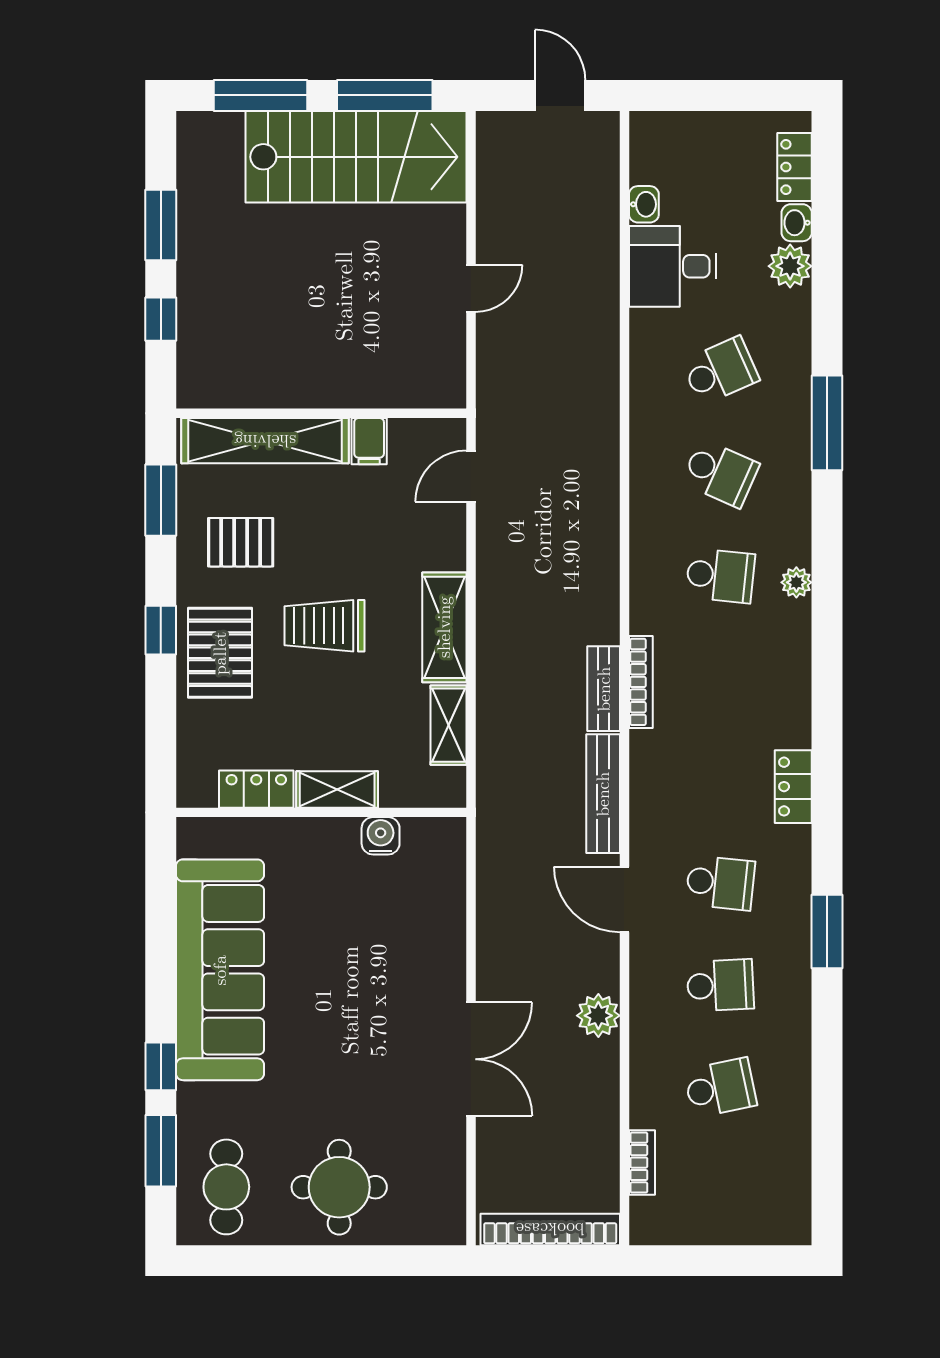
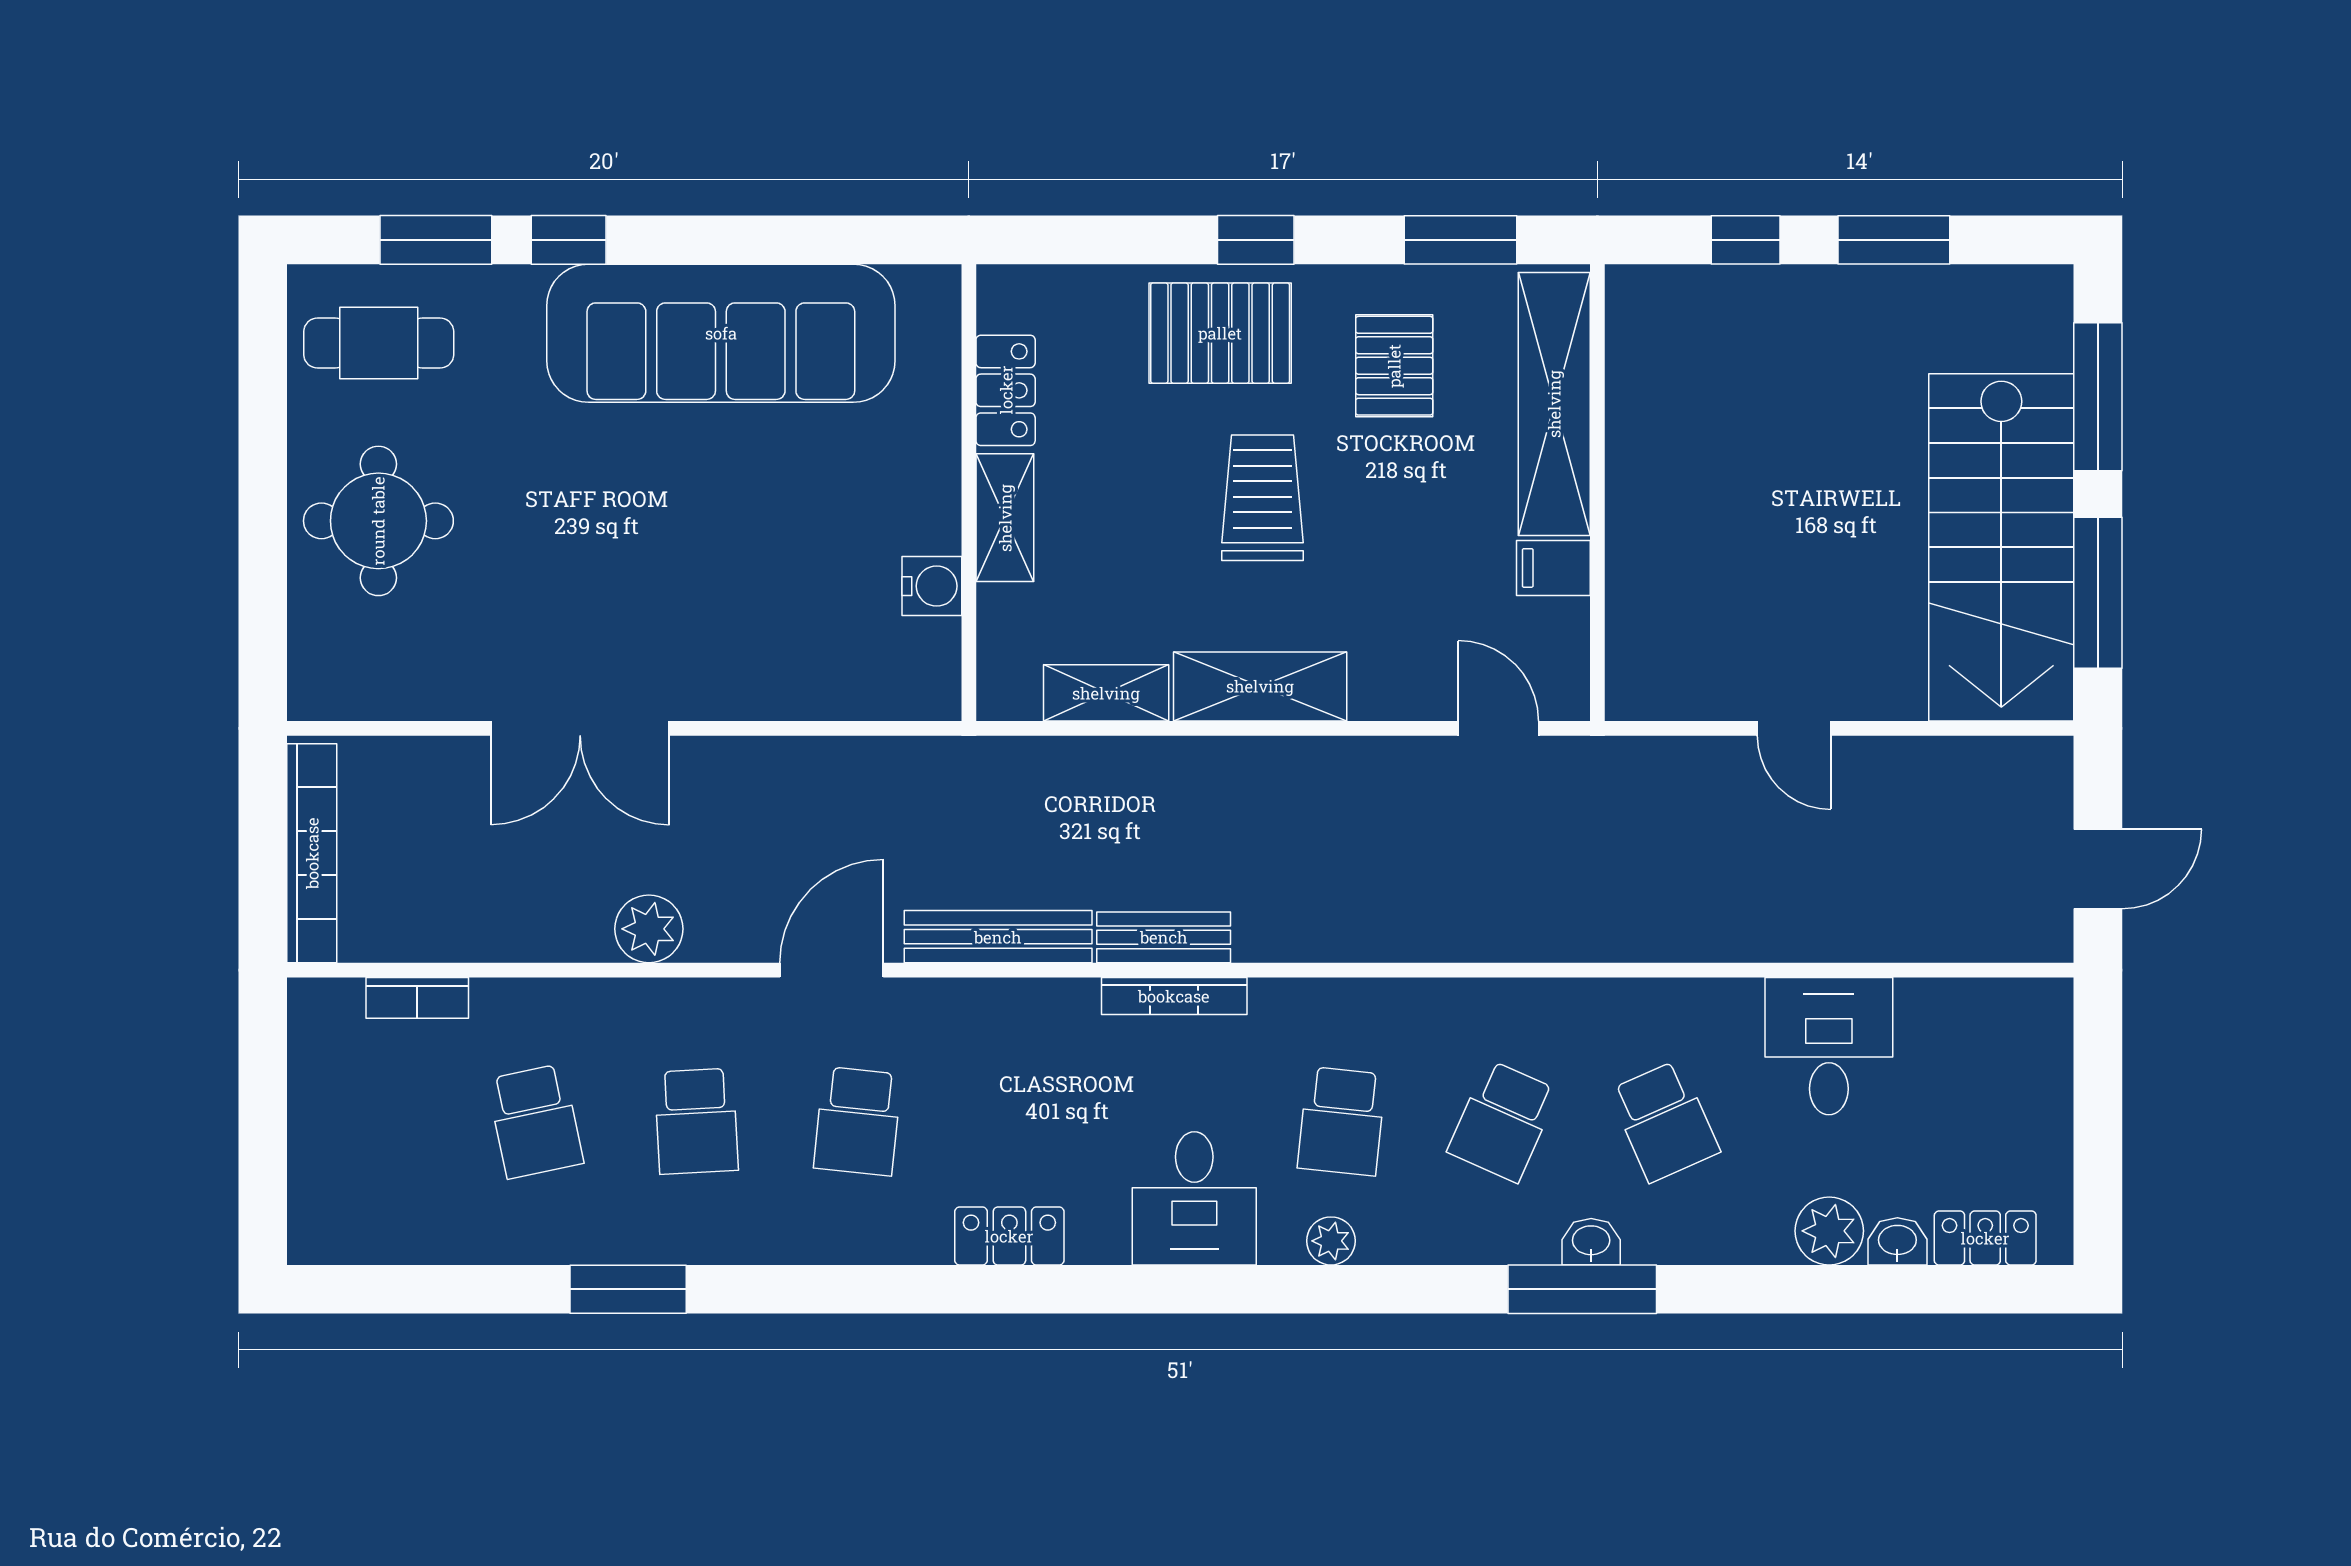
washbasin: (644, 204) -> (1591, 1242), moved, turned 180
desk: (769, 669) -> (1194, 1198), added
window: (827, 932) -> (628, 1289), moved

